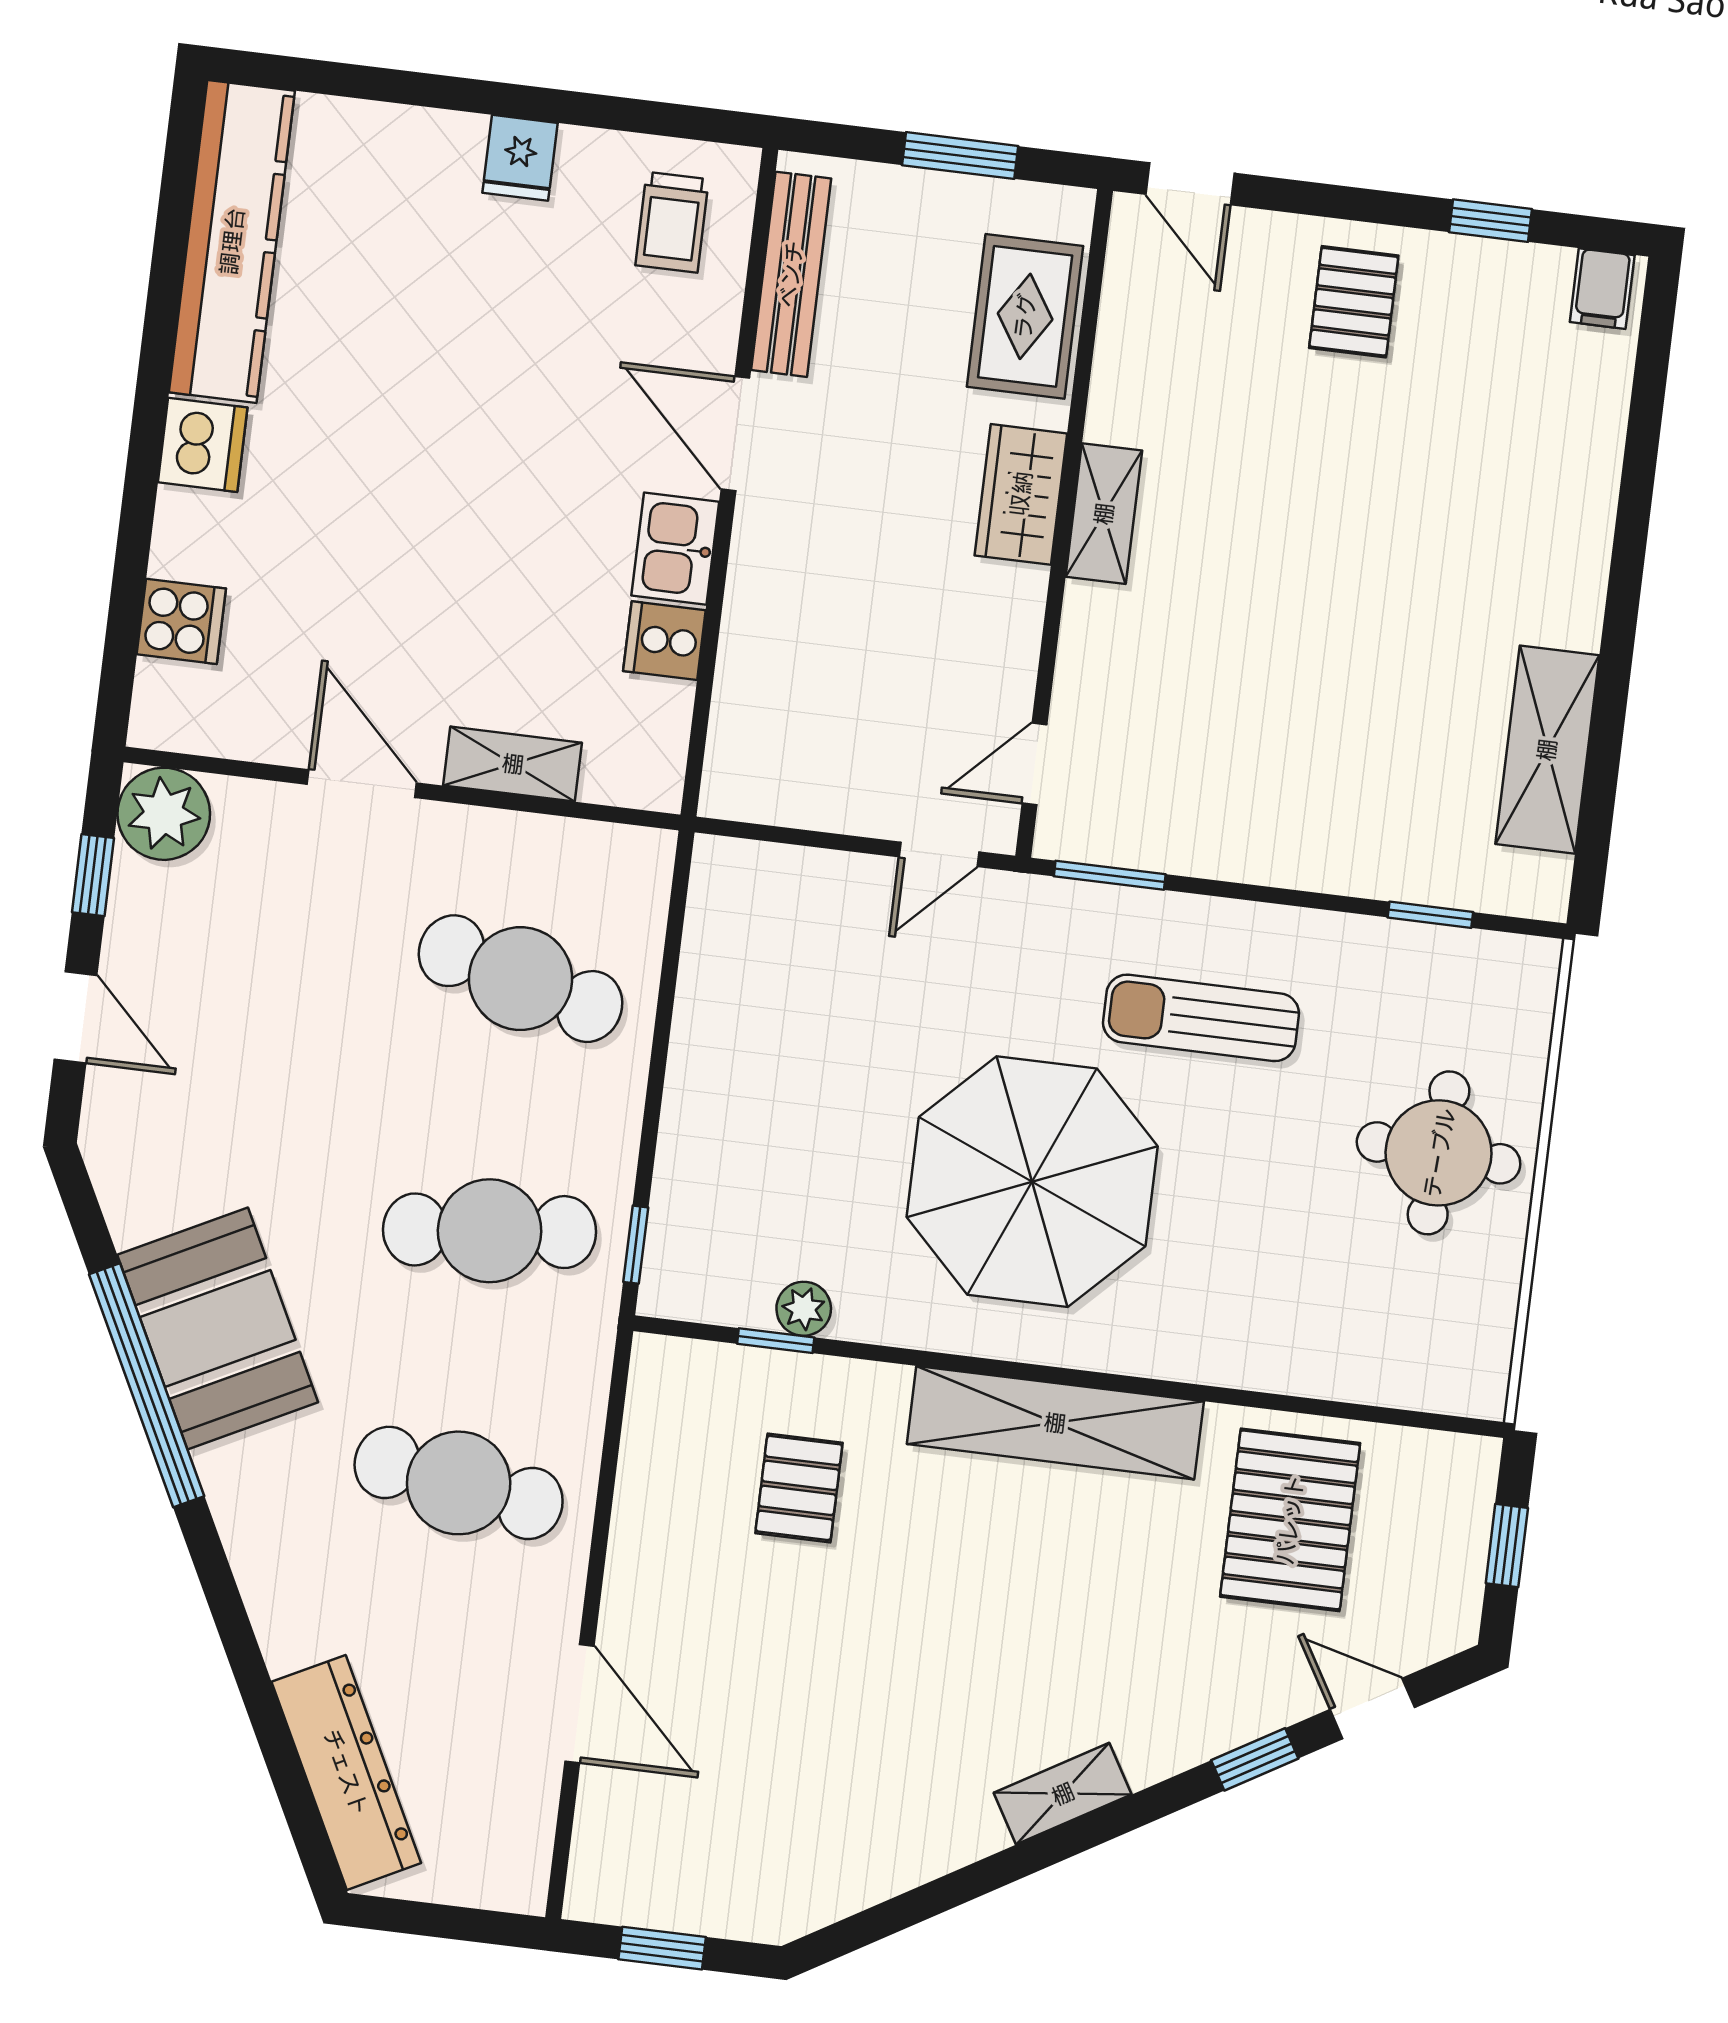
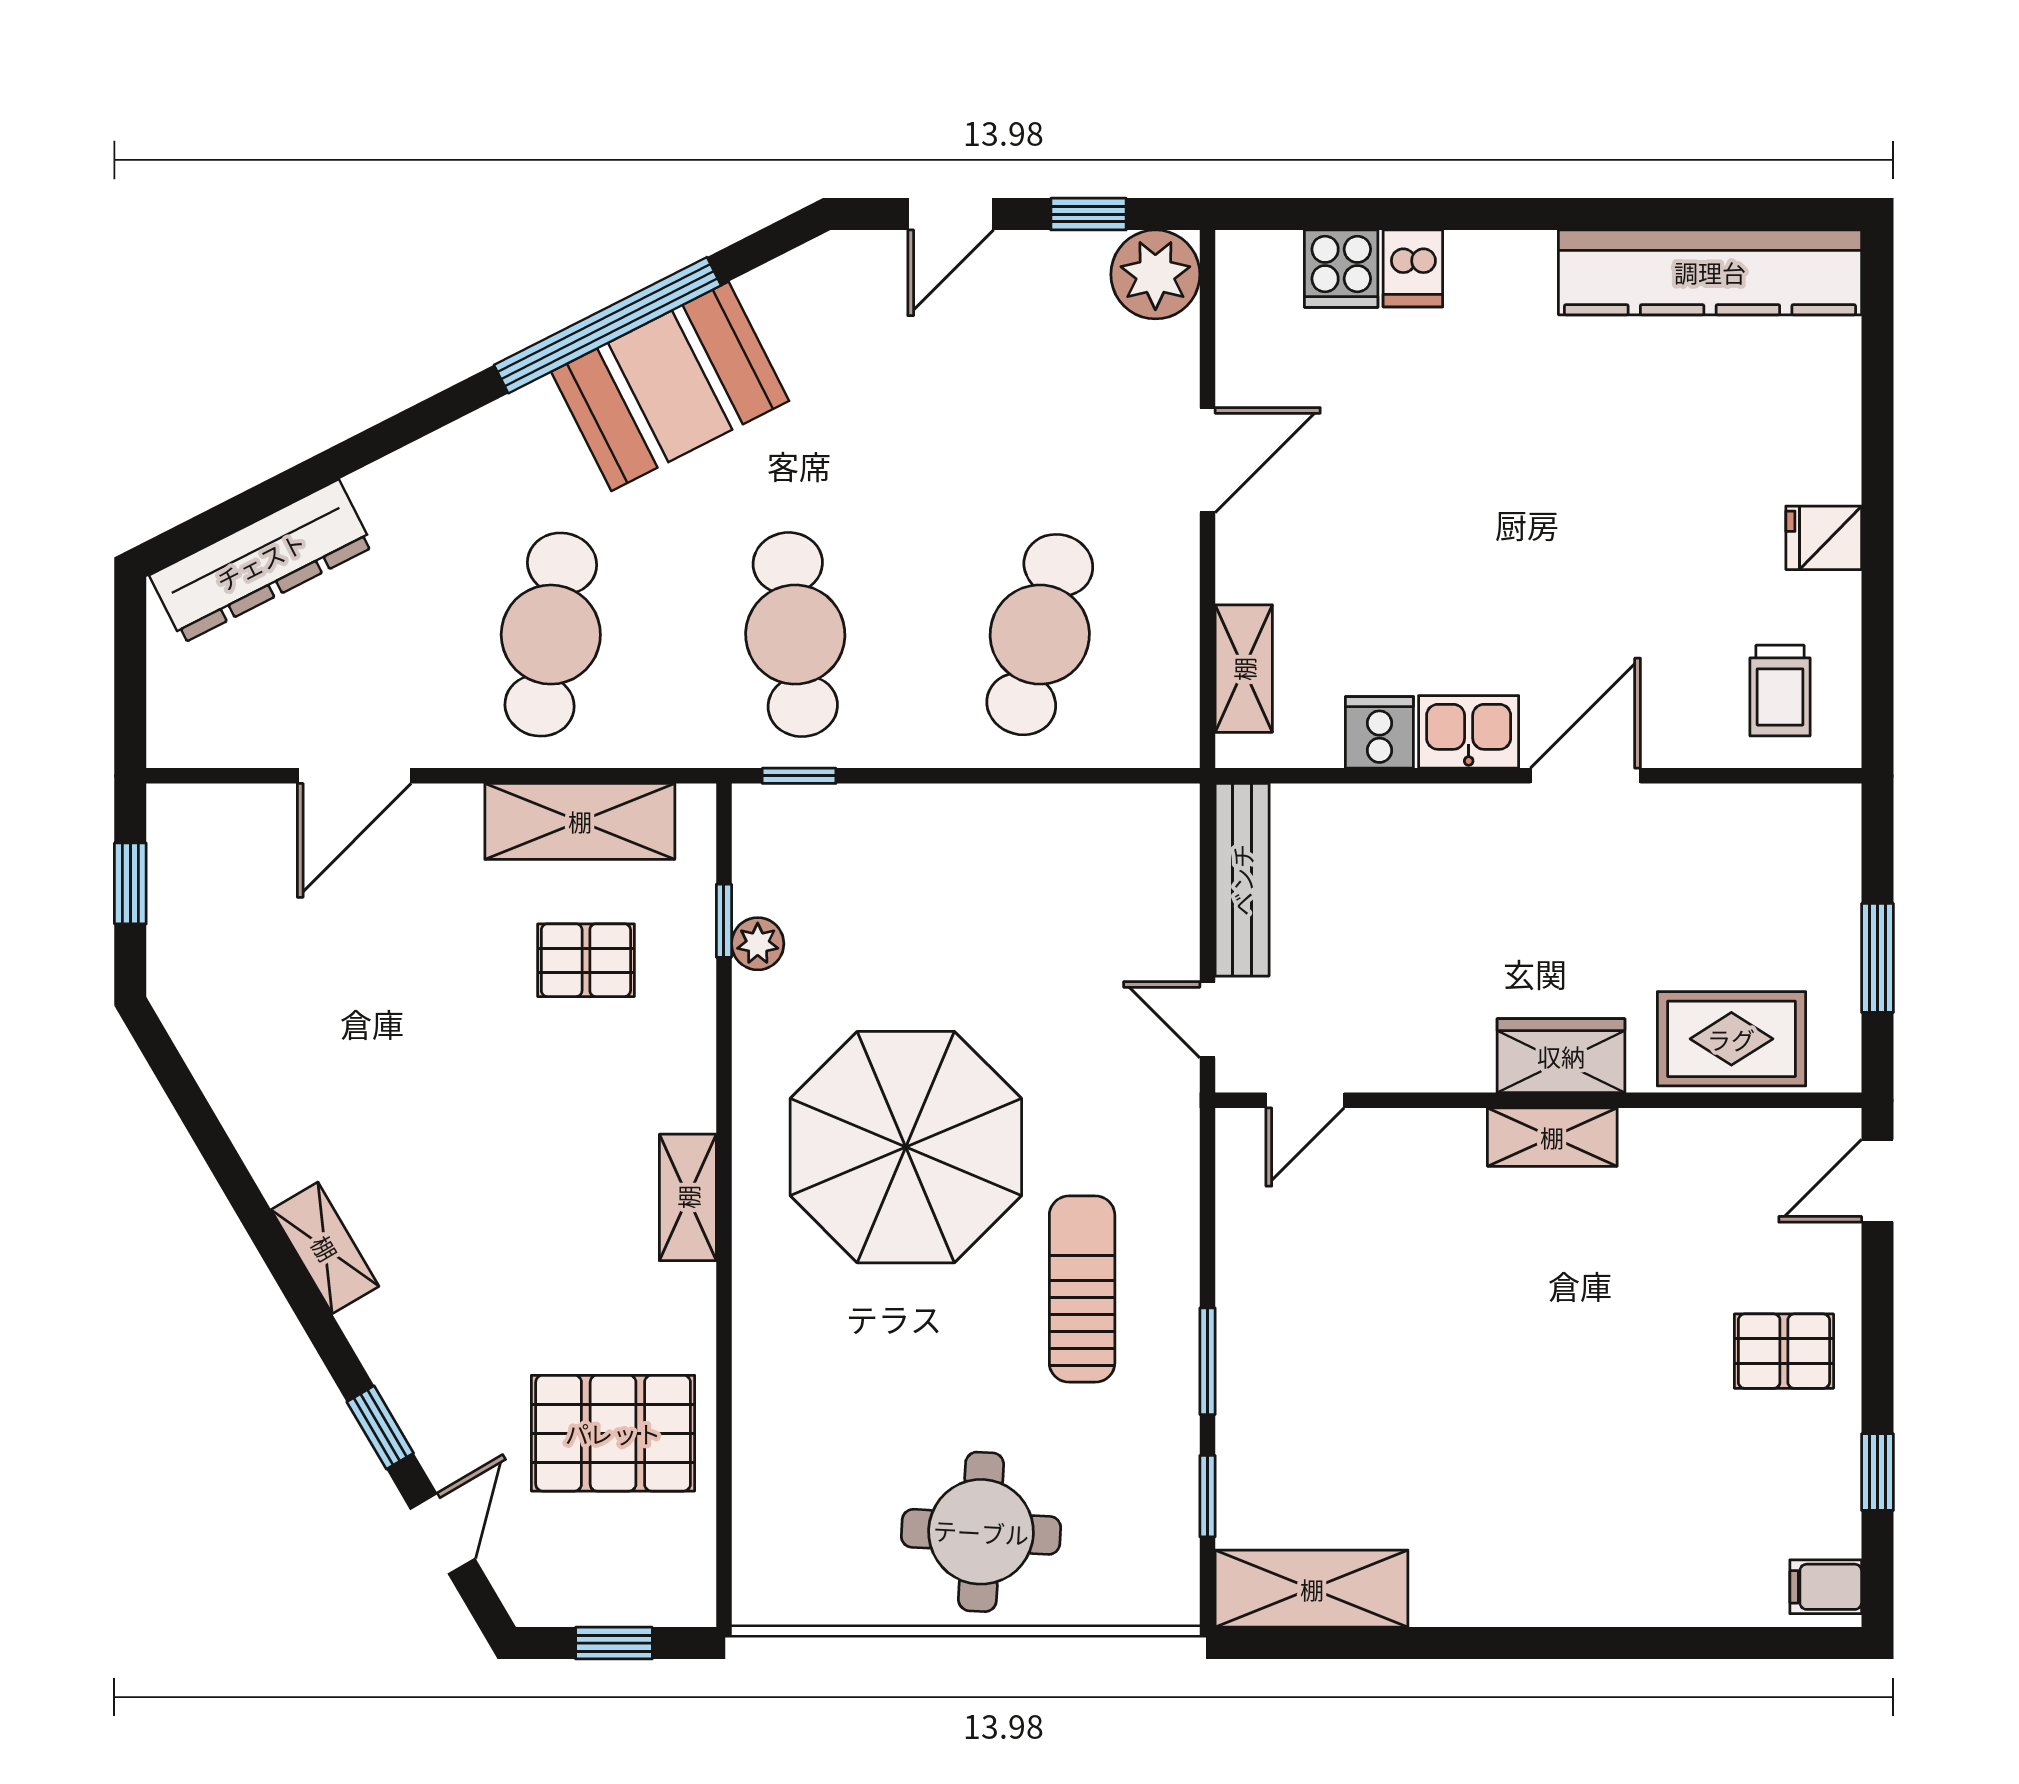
trolley: (672, 222) -> (1780, 691), turned -90
bench: (791, 274) -> (1242, 880), moved, turned 90
dishwasher: (203, 445) -> (1413, 268), moved, width x0.73
shelving: (1547, 750) -> (1312, 1589), moved
shelving: (513, 764) -> (1244, 669), moved
door: (1035, 764) -> (1305, 1100), swing flipped
window: (1110, 875) -> (1207, 1361), moved
shelving: (1055, 1423) -> (688, 1197), width x0.45, depth x0.75
shelving: (655, 1477) -> (580, 821), added

